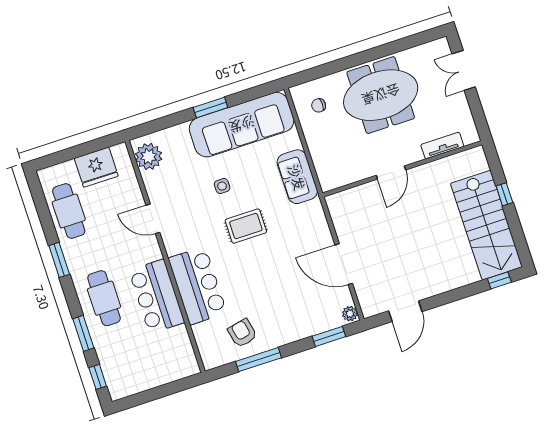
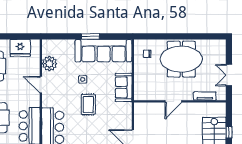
double door: (464, 70) -> (229, 75), moved
plant: (149, 157) -> (49, 64), moved
rug: (246, 226) -> (88, 104), turned 90

